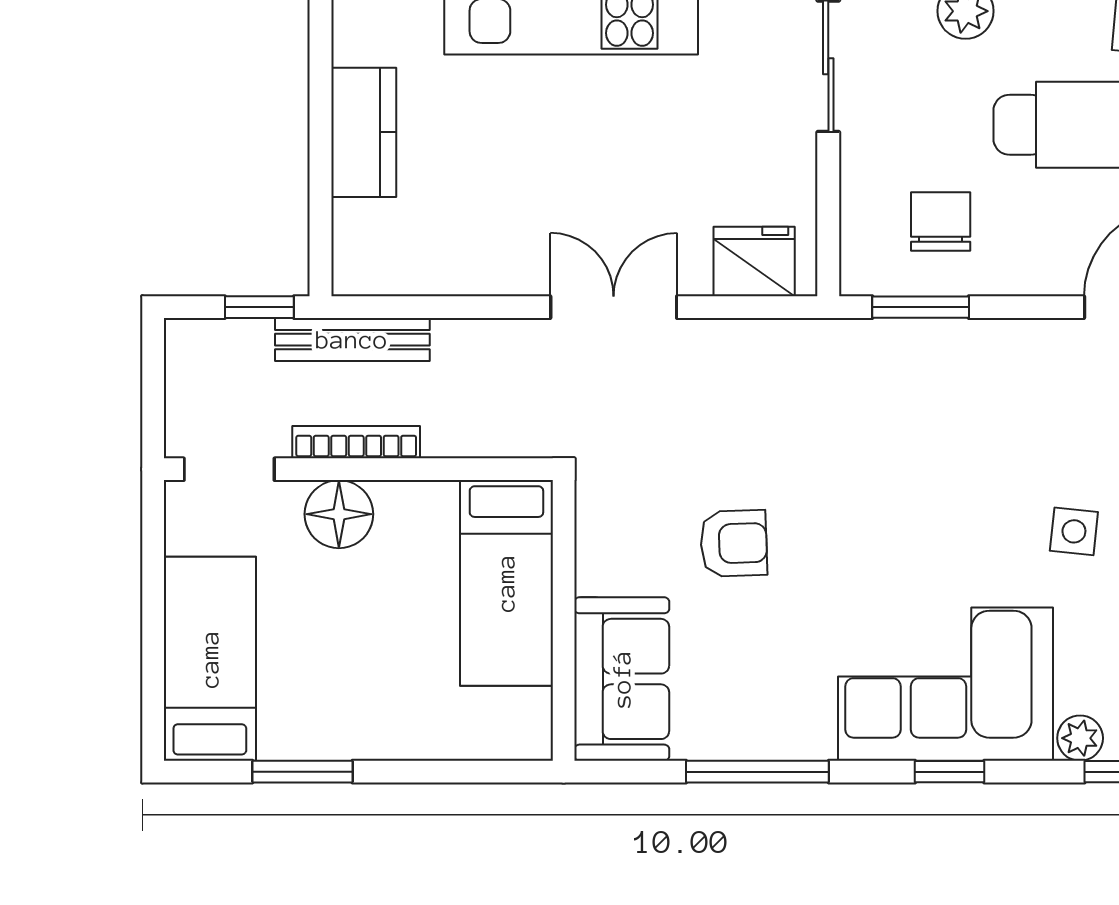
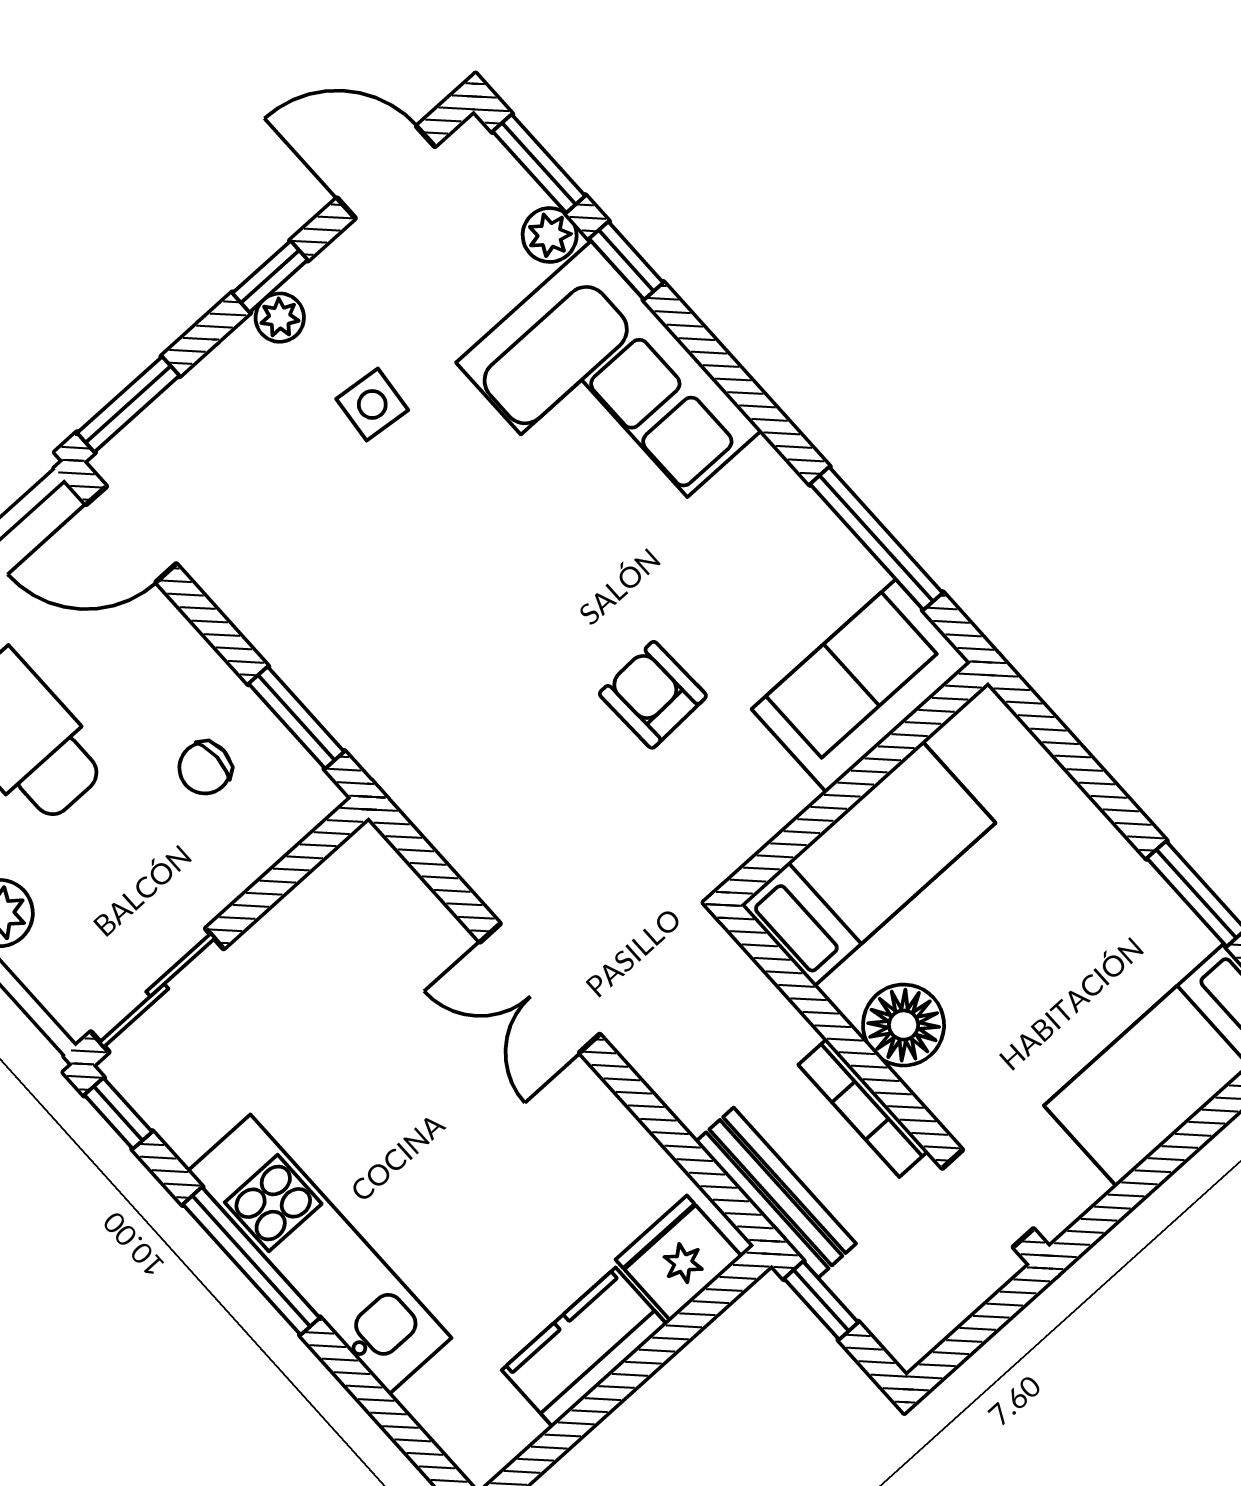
chair: (941, 222) -> (205, 768), width x0.73, depth x0.73
fridge: (754, 262) -> (679, 1258), moved, turned 90
floor lamp: (339, 514) -> (904, 1025), moved
window: (757, 772) -> (876, 538), moved
window: (950, 772) -> (626, 261), moved

